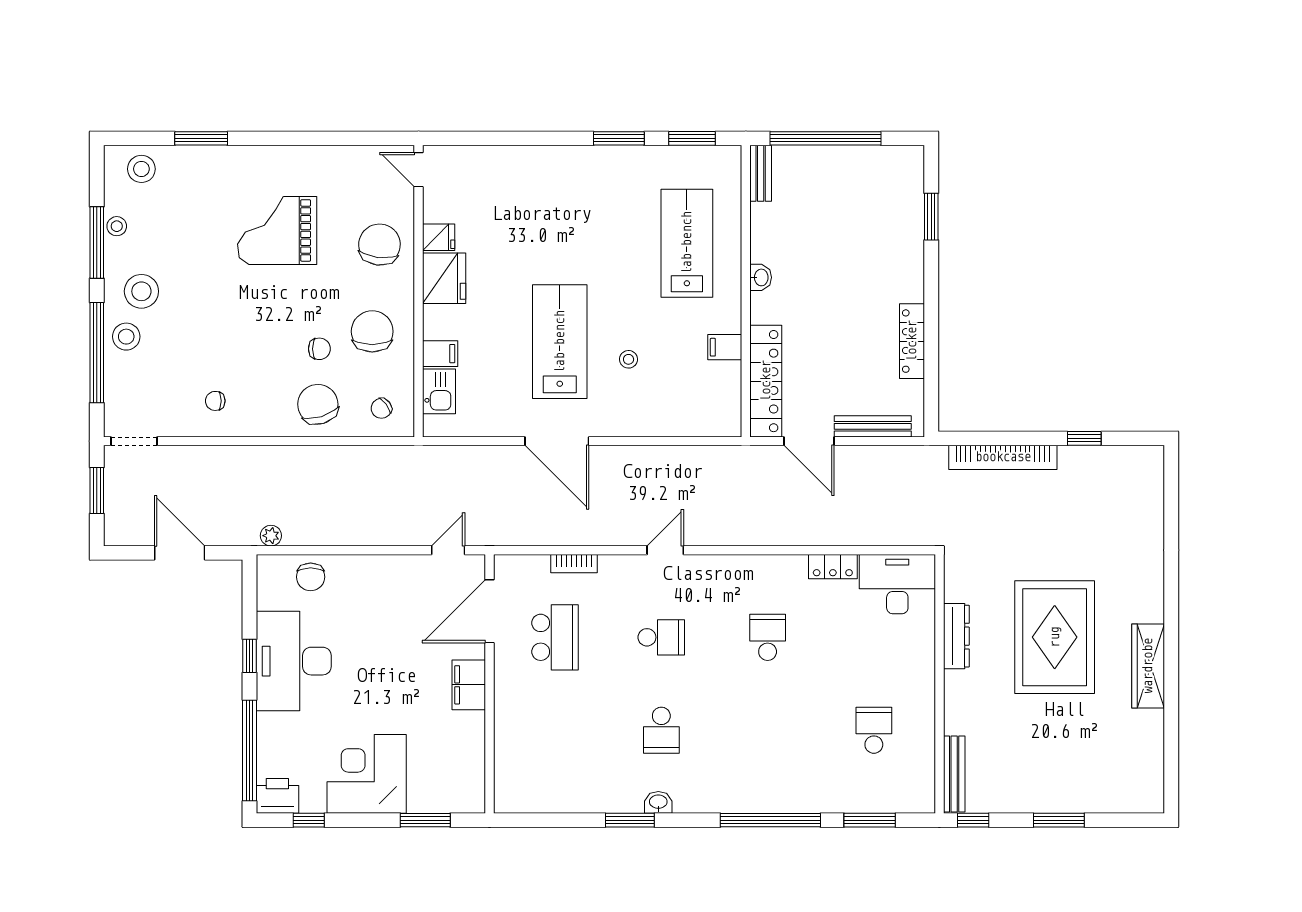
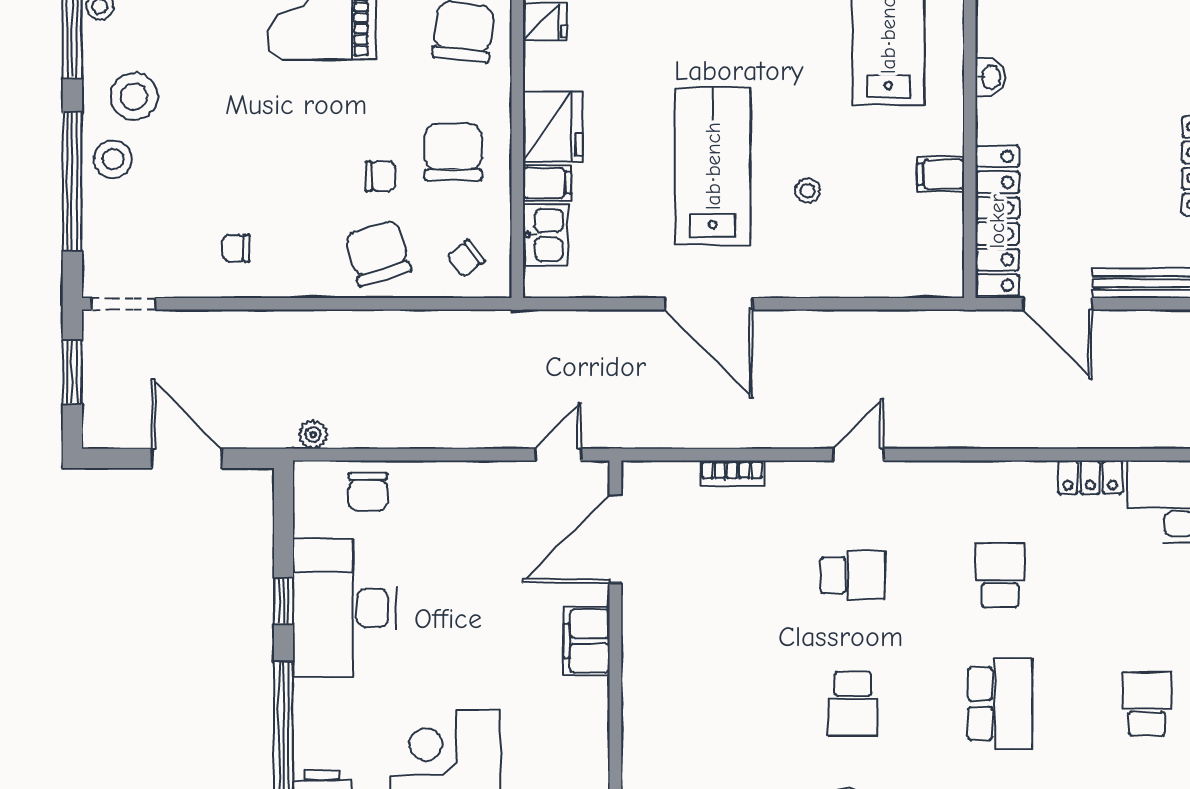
fridge: (444, 278) -> (553, 127), moved
school desk: (555, 637) -> (1000, 704), moved

